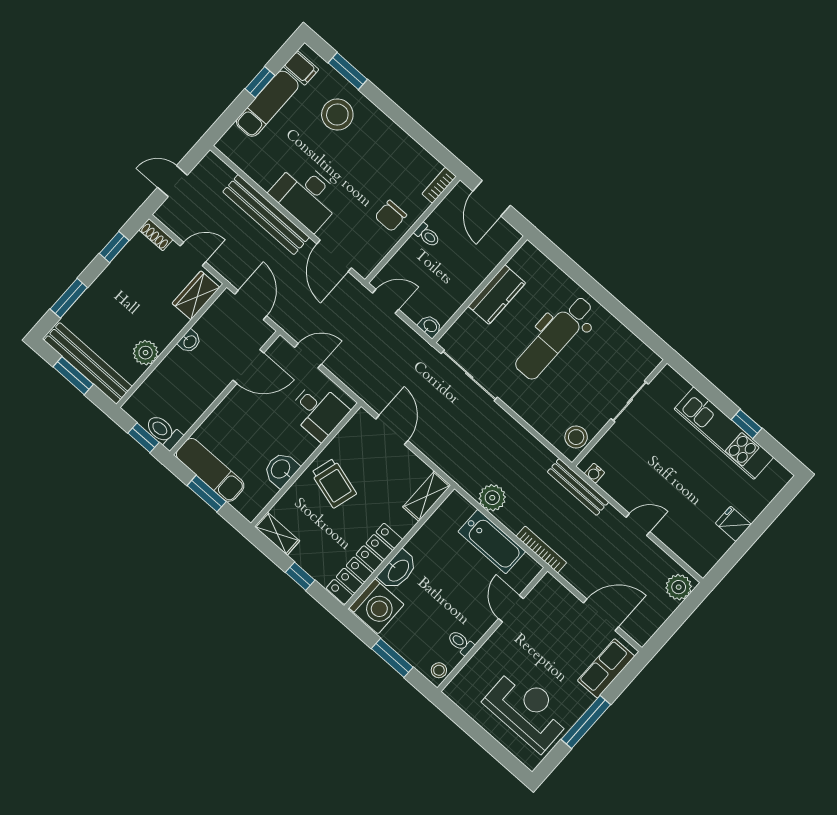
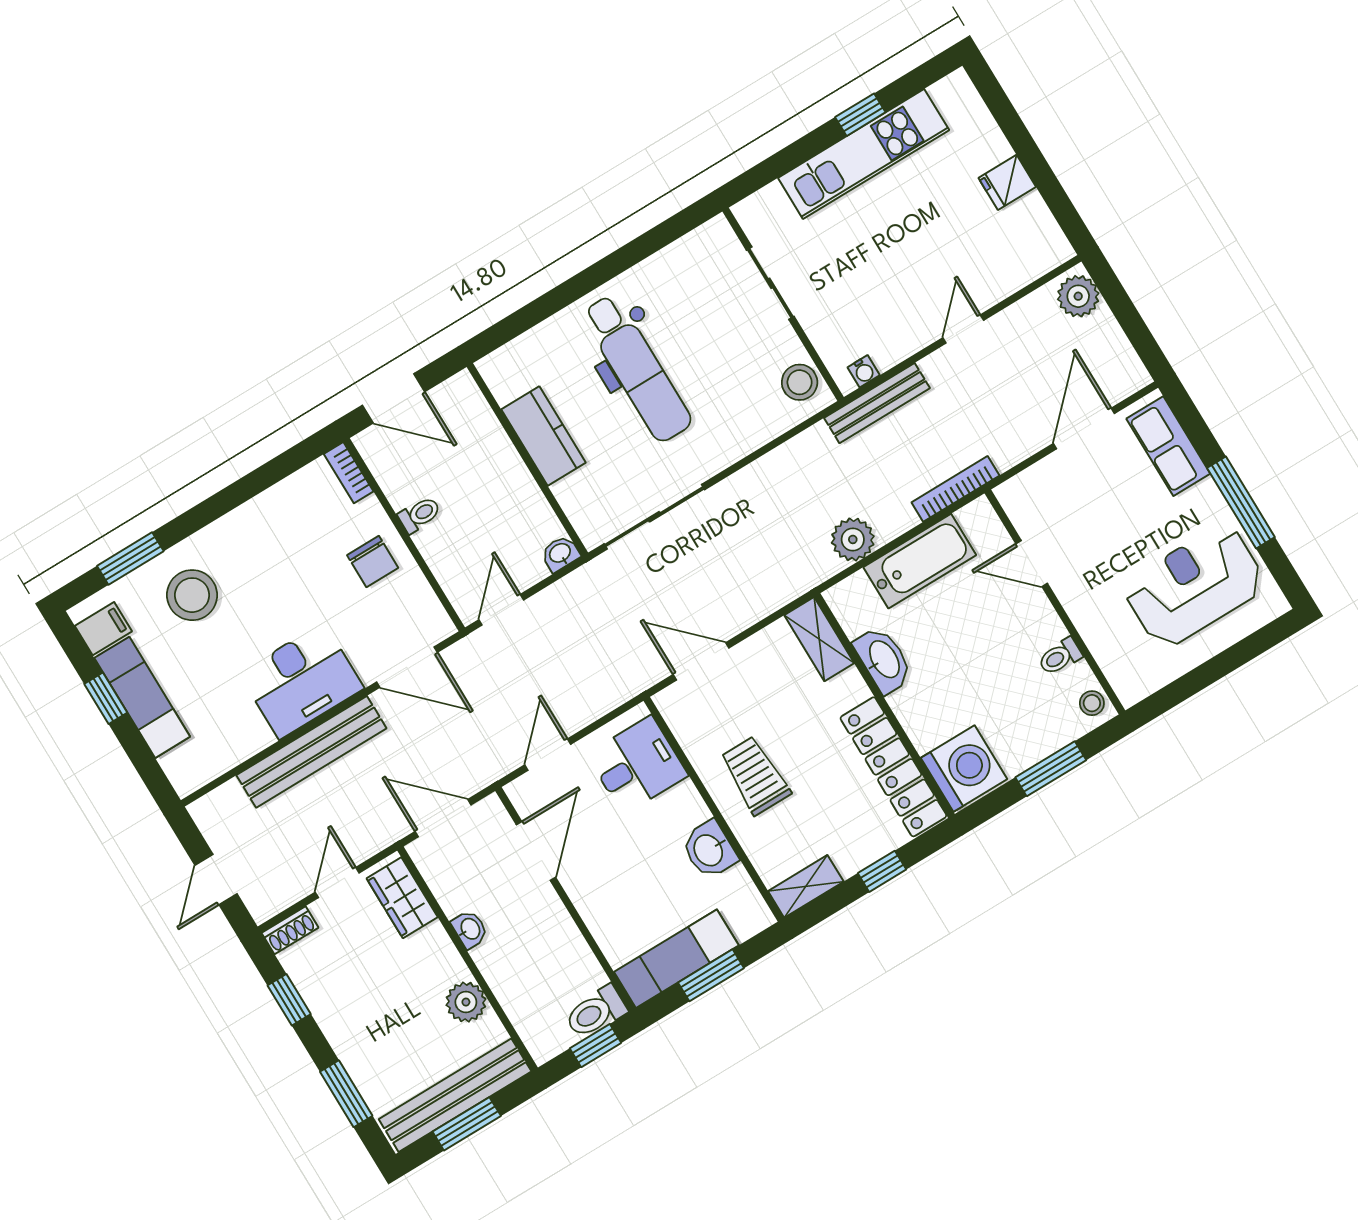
trolley: (334, 483) -> (755, 776), turned -106
washbasin: (398, 570) -> (883, 660), moved

